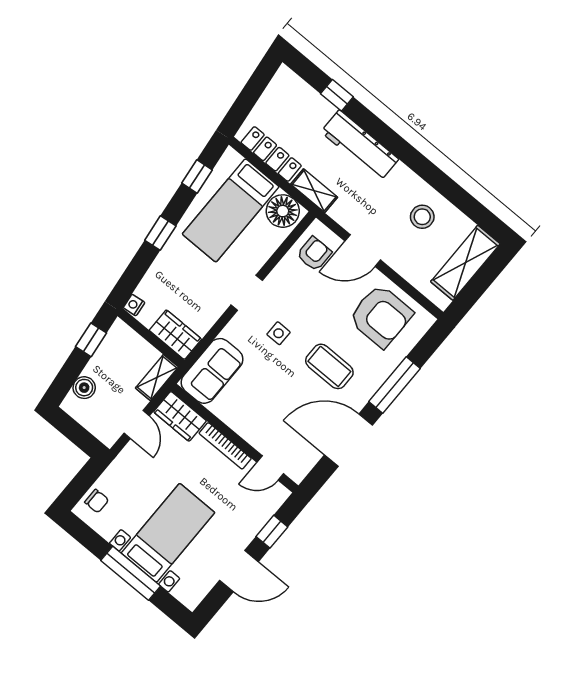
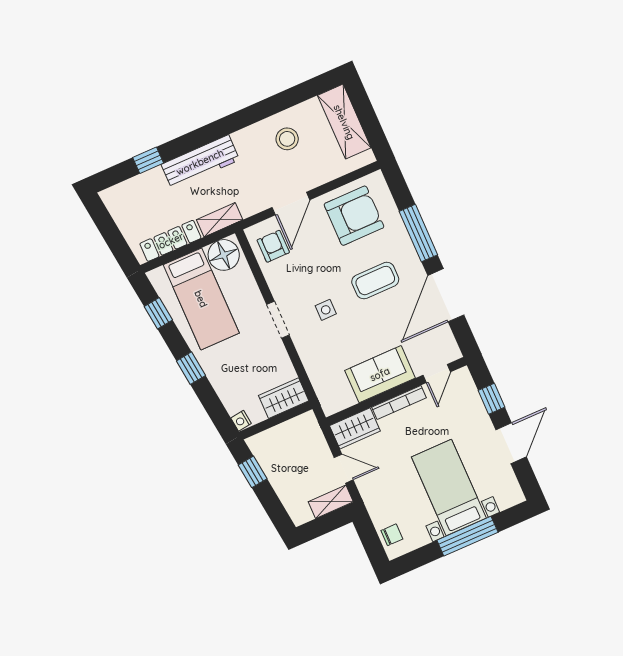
sofa: (212, 371) -> (380, 374), moved, turned -90
shelving: (157, 378) -> (331, 502), moved, turned 90
boiler: (84, 388) -> (290, 498), removed

